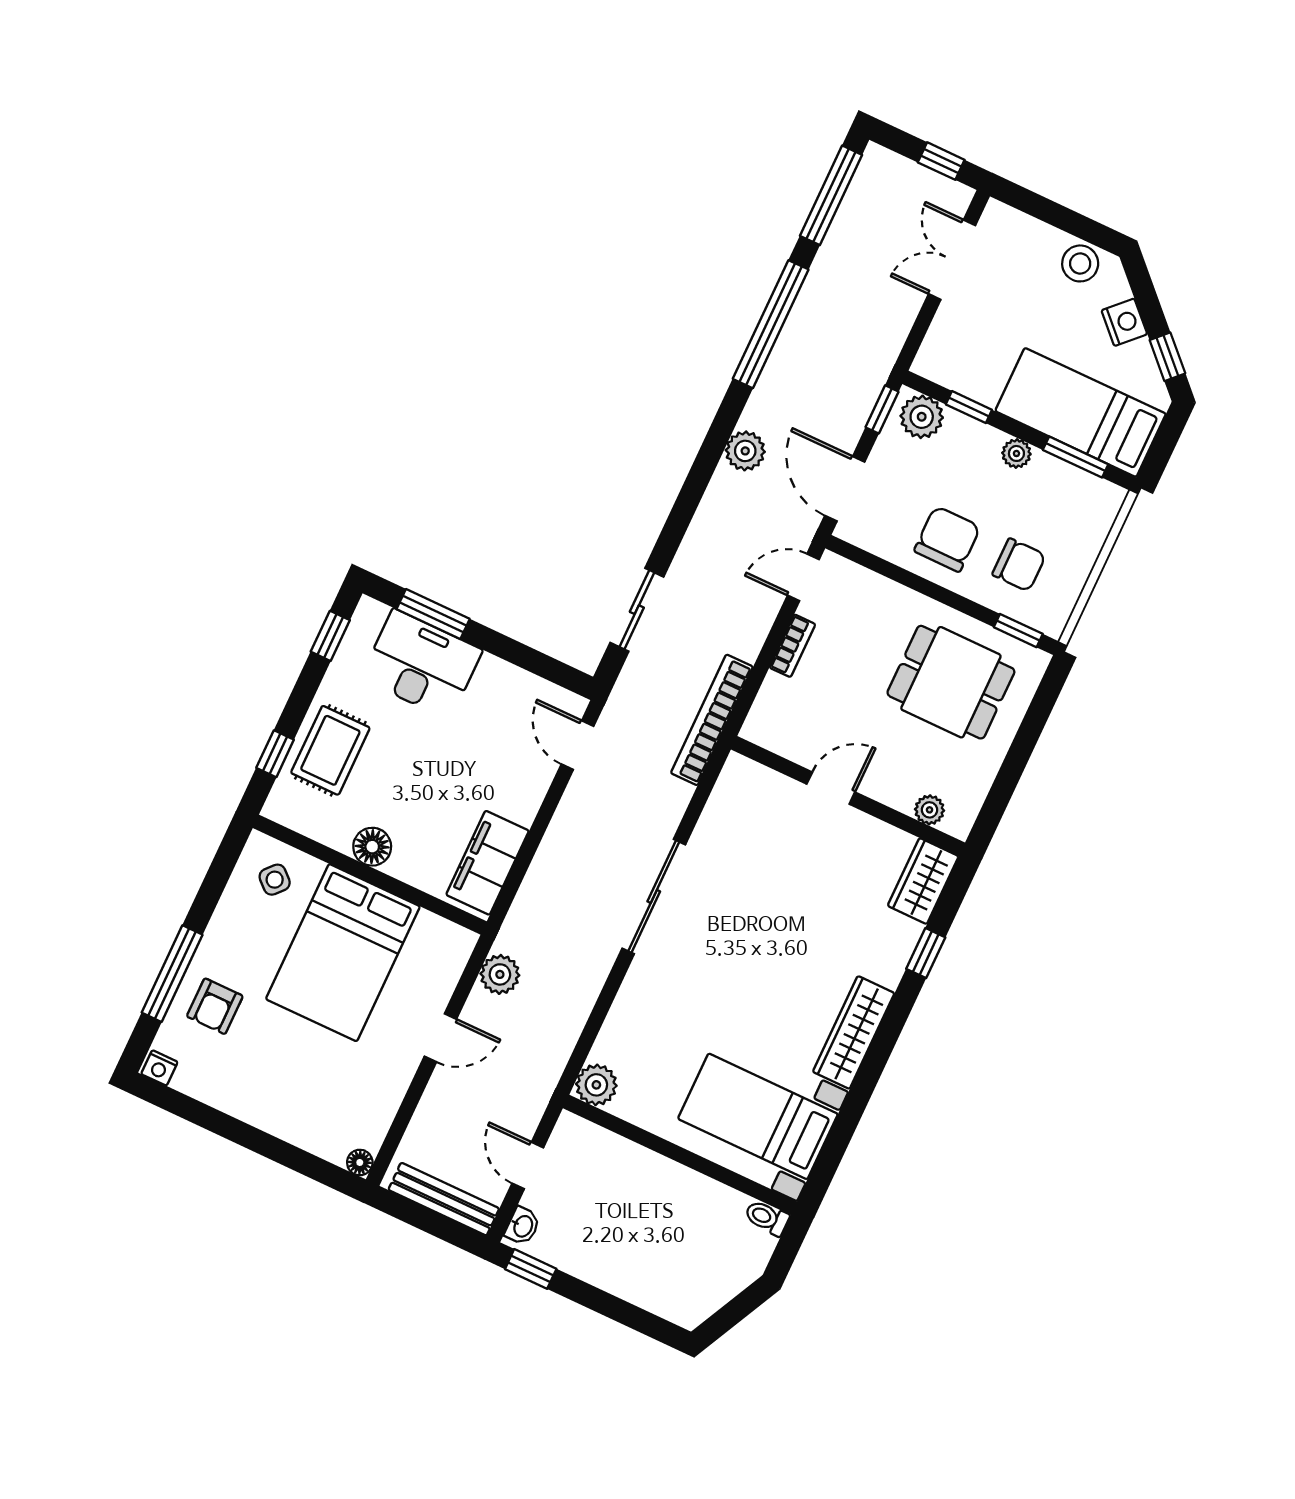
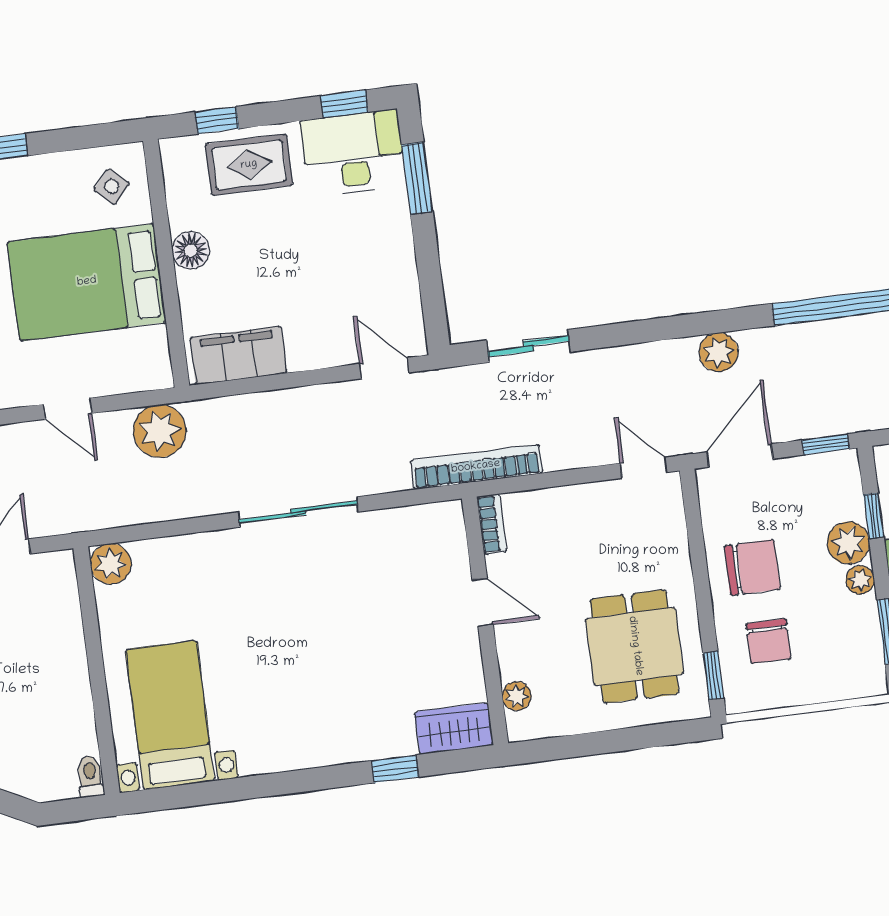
plant: (922, 417) -> (848, 543), moved
bookcase: (792, 646) -> (492, 524), moved, turned -90
desk: (421, 664) -> (353, 153), moved, turned -90
door: (578, 745) -> (384, 368), hinge flipped
plant: (500, 974) -> (160, 431), width x1.36, depth x1.36
wardrobe: (854, 1032) -> (291, 751), removed

